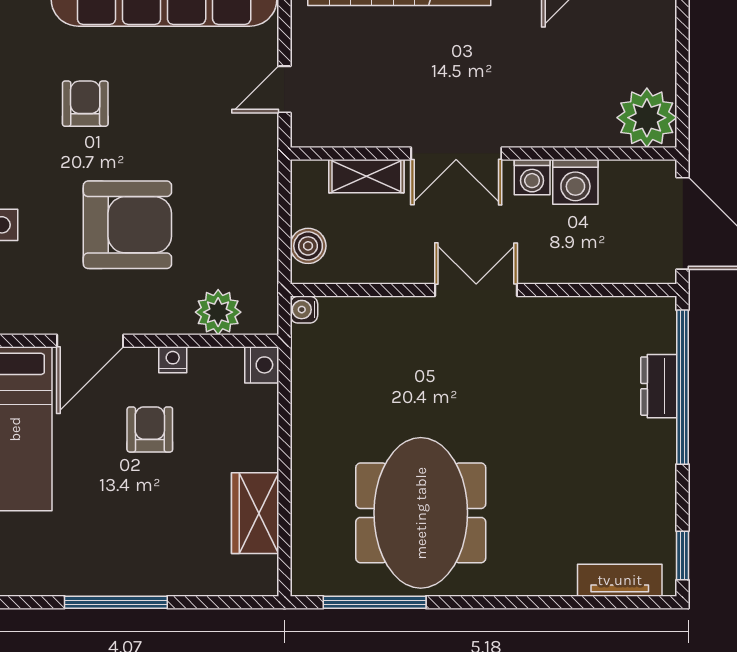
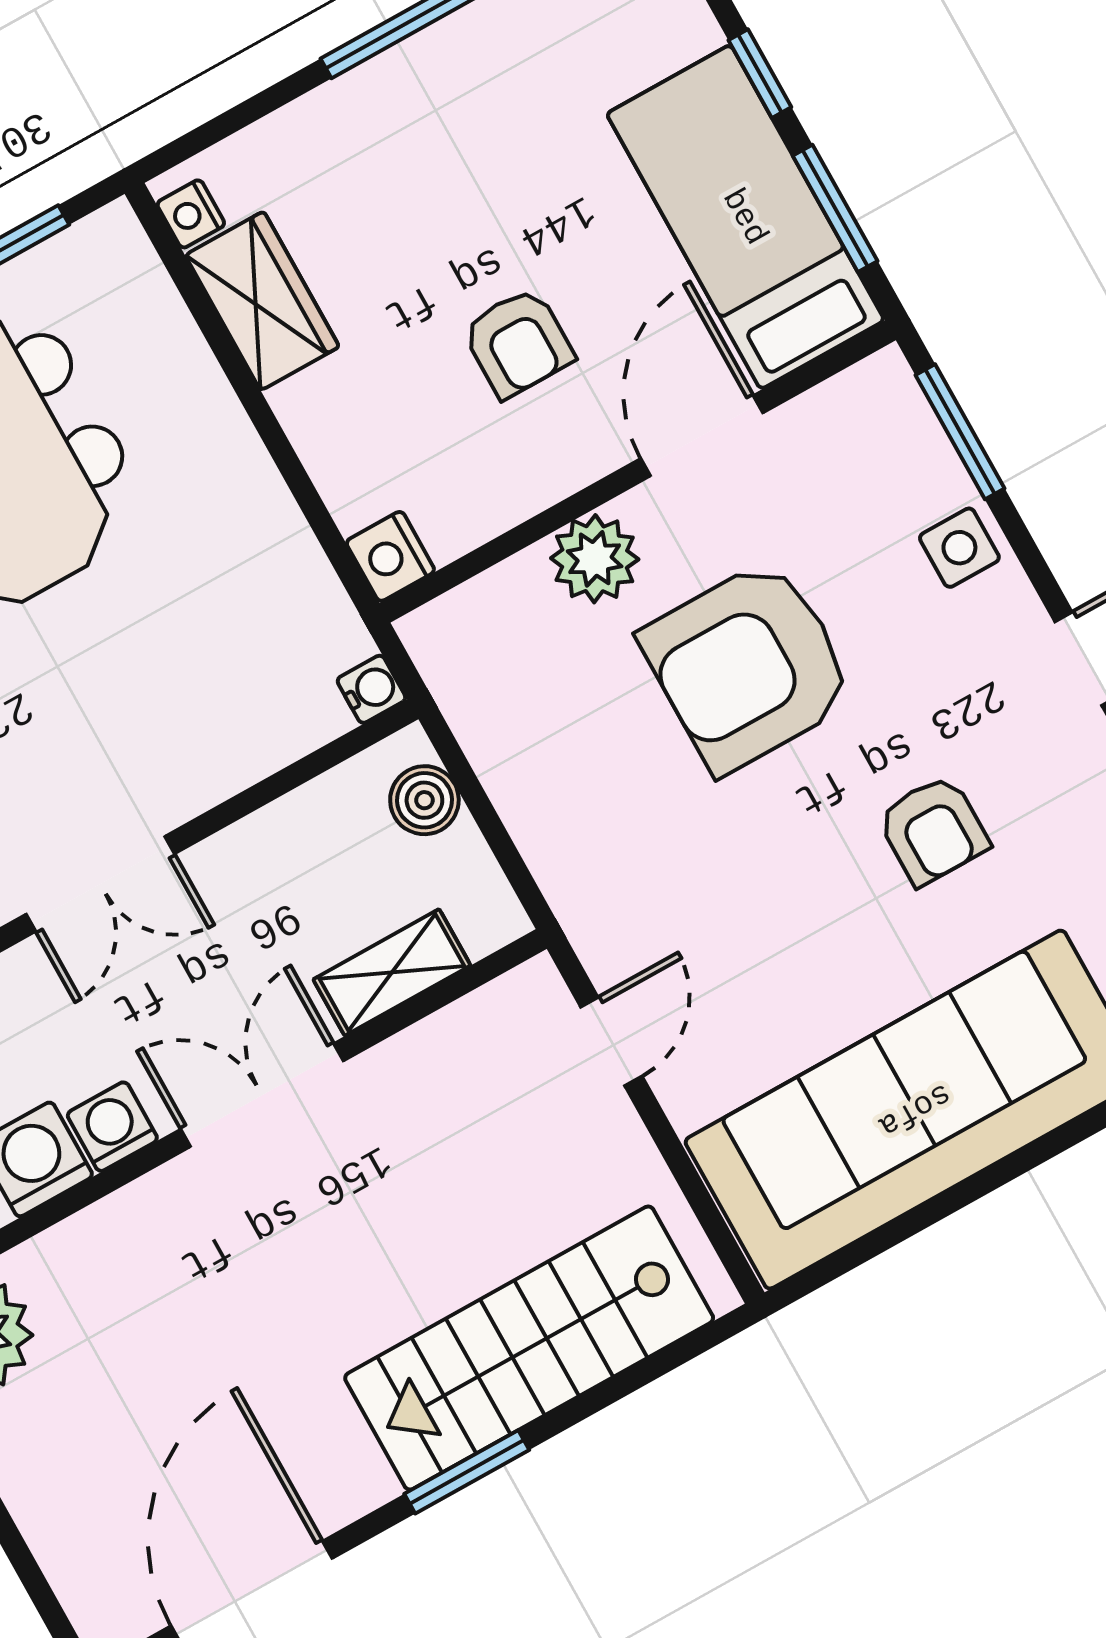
plant: (218, 312) -> (595, 559), moved
nightstand: (173, 360) -> (191, 214), moved, turned 90

